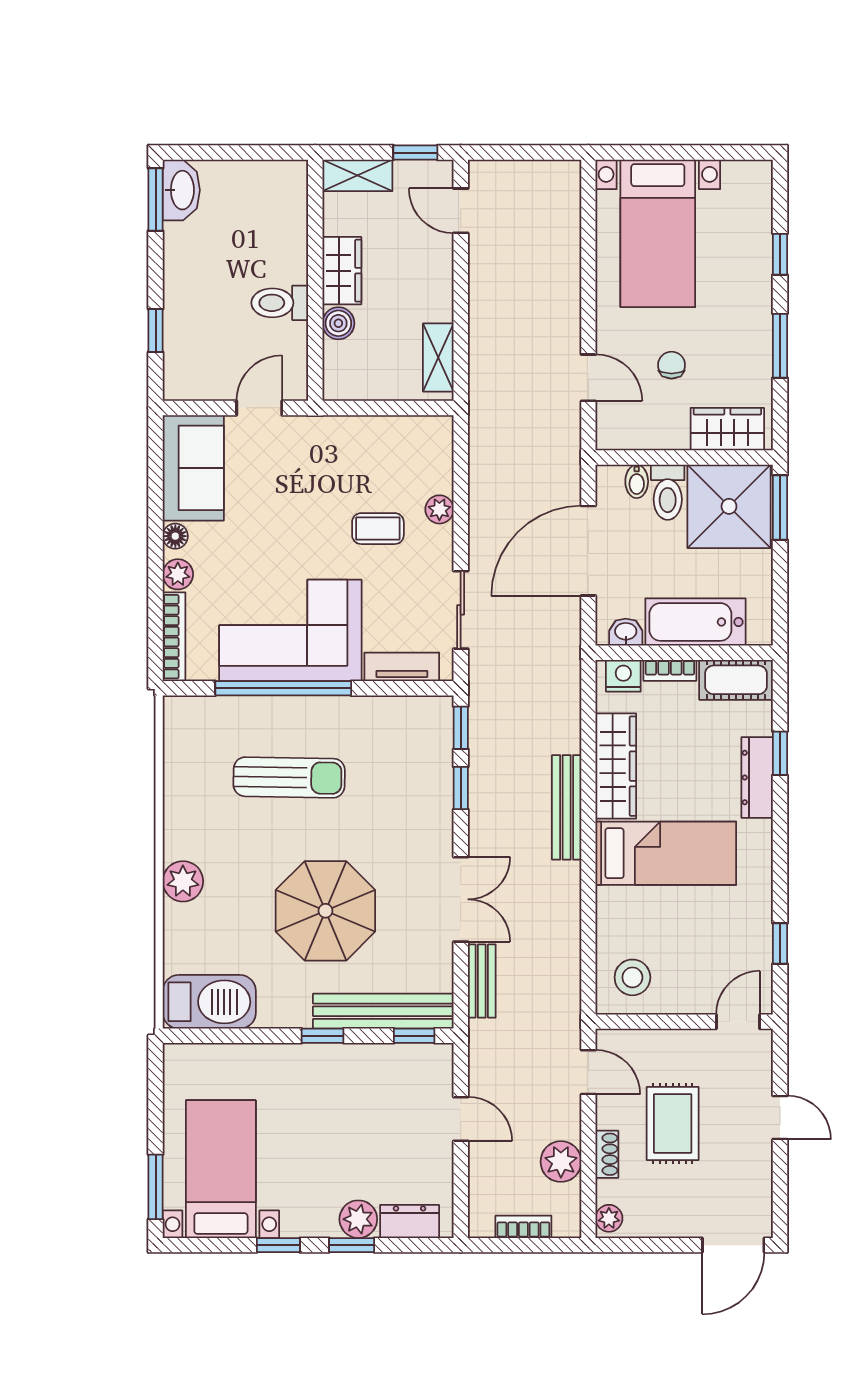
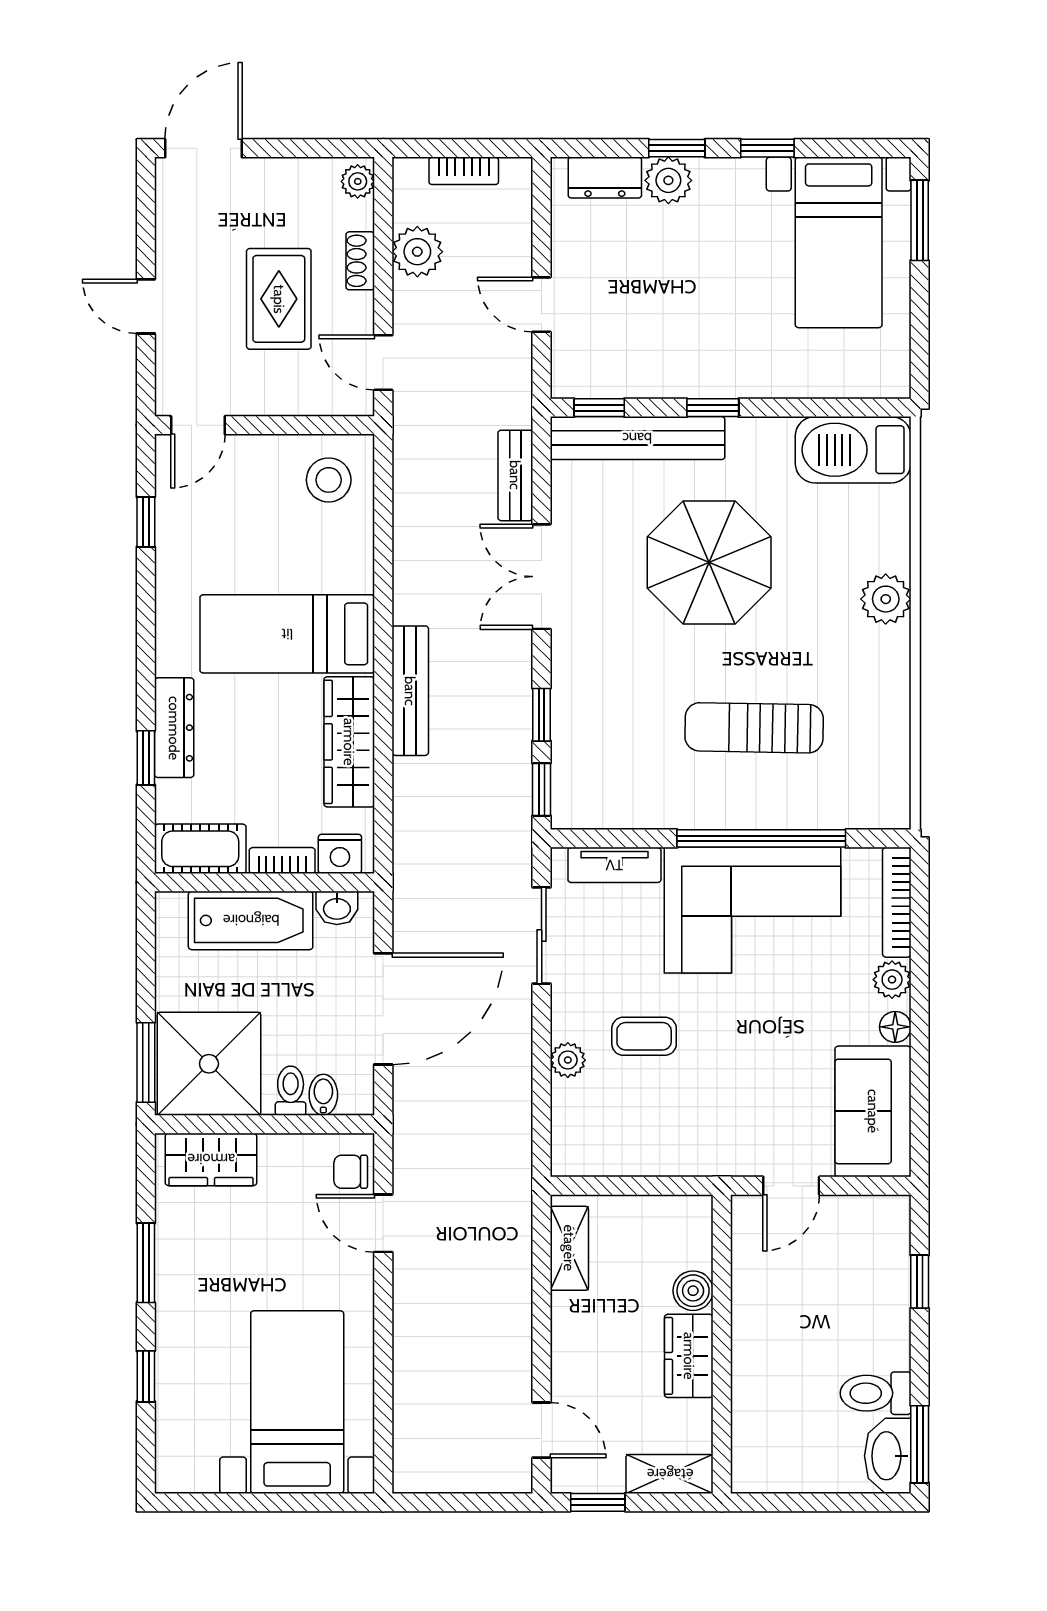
toilet: (280, 303) -> (876, 1393), moved, turned 180
chair: (672, 365) -> (351, 1172), moved, turned 90
toilet: (668, 492) -> (291, 1091), width x0.73, depth x0.72

